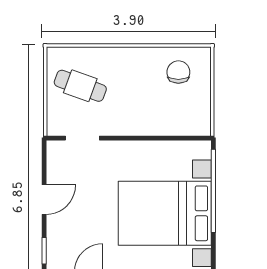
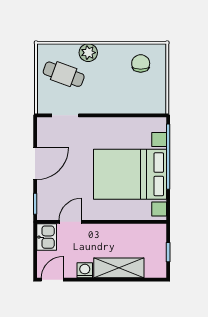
plant: (112, 58) -> (88, 53), added
door: (44, 200) -> (35, 164), width x1.38

